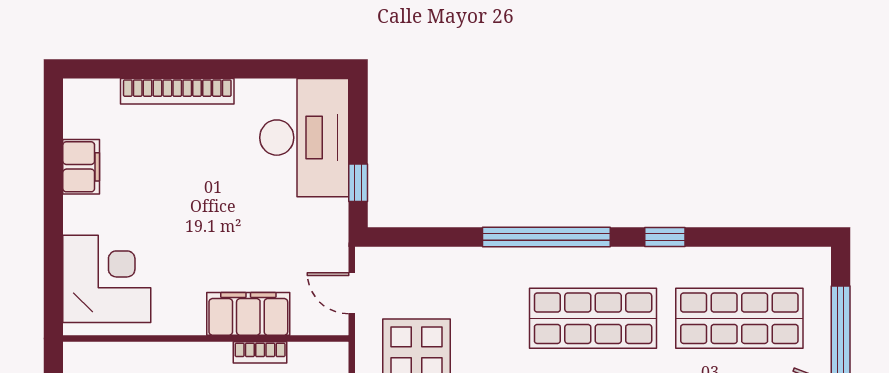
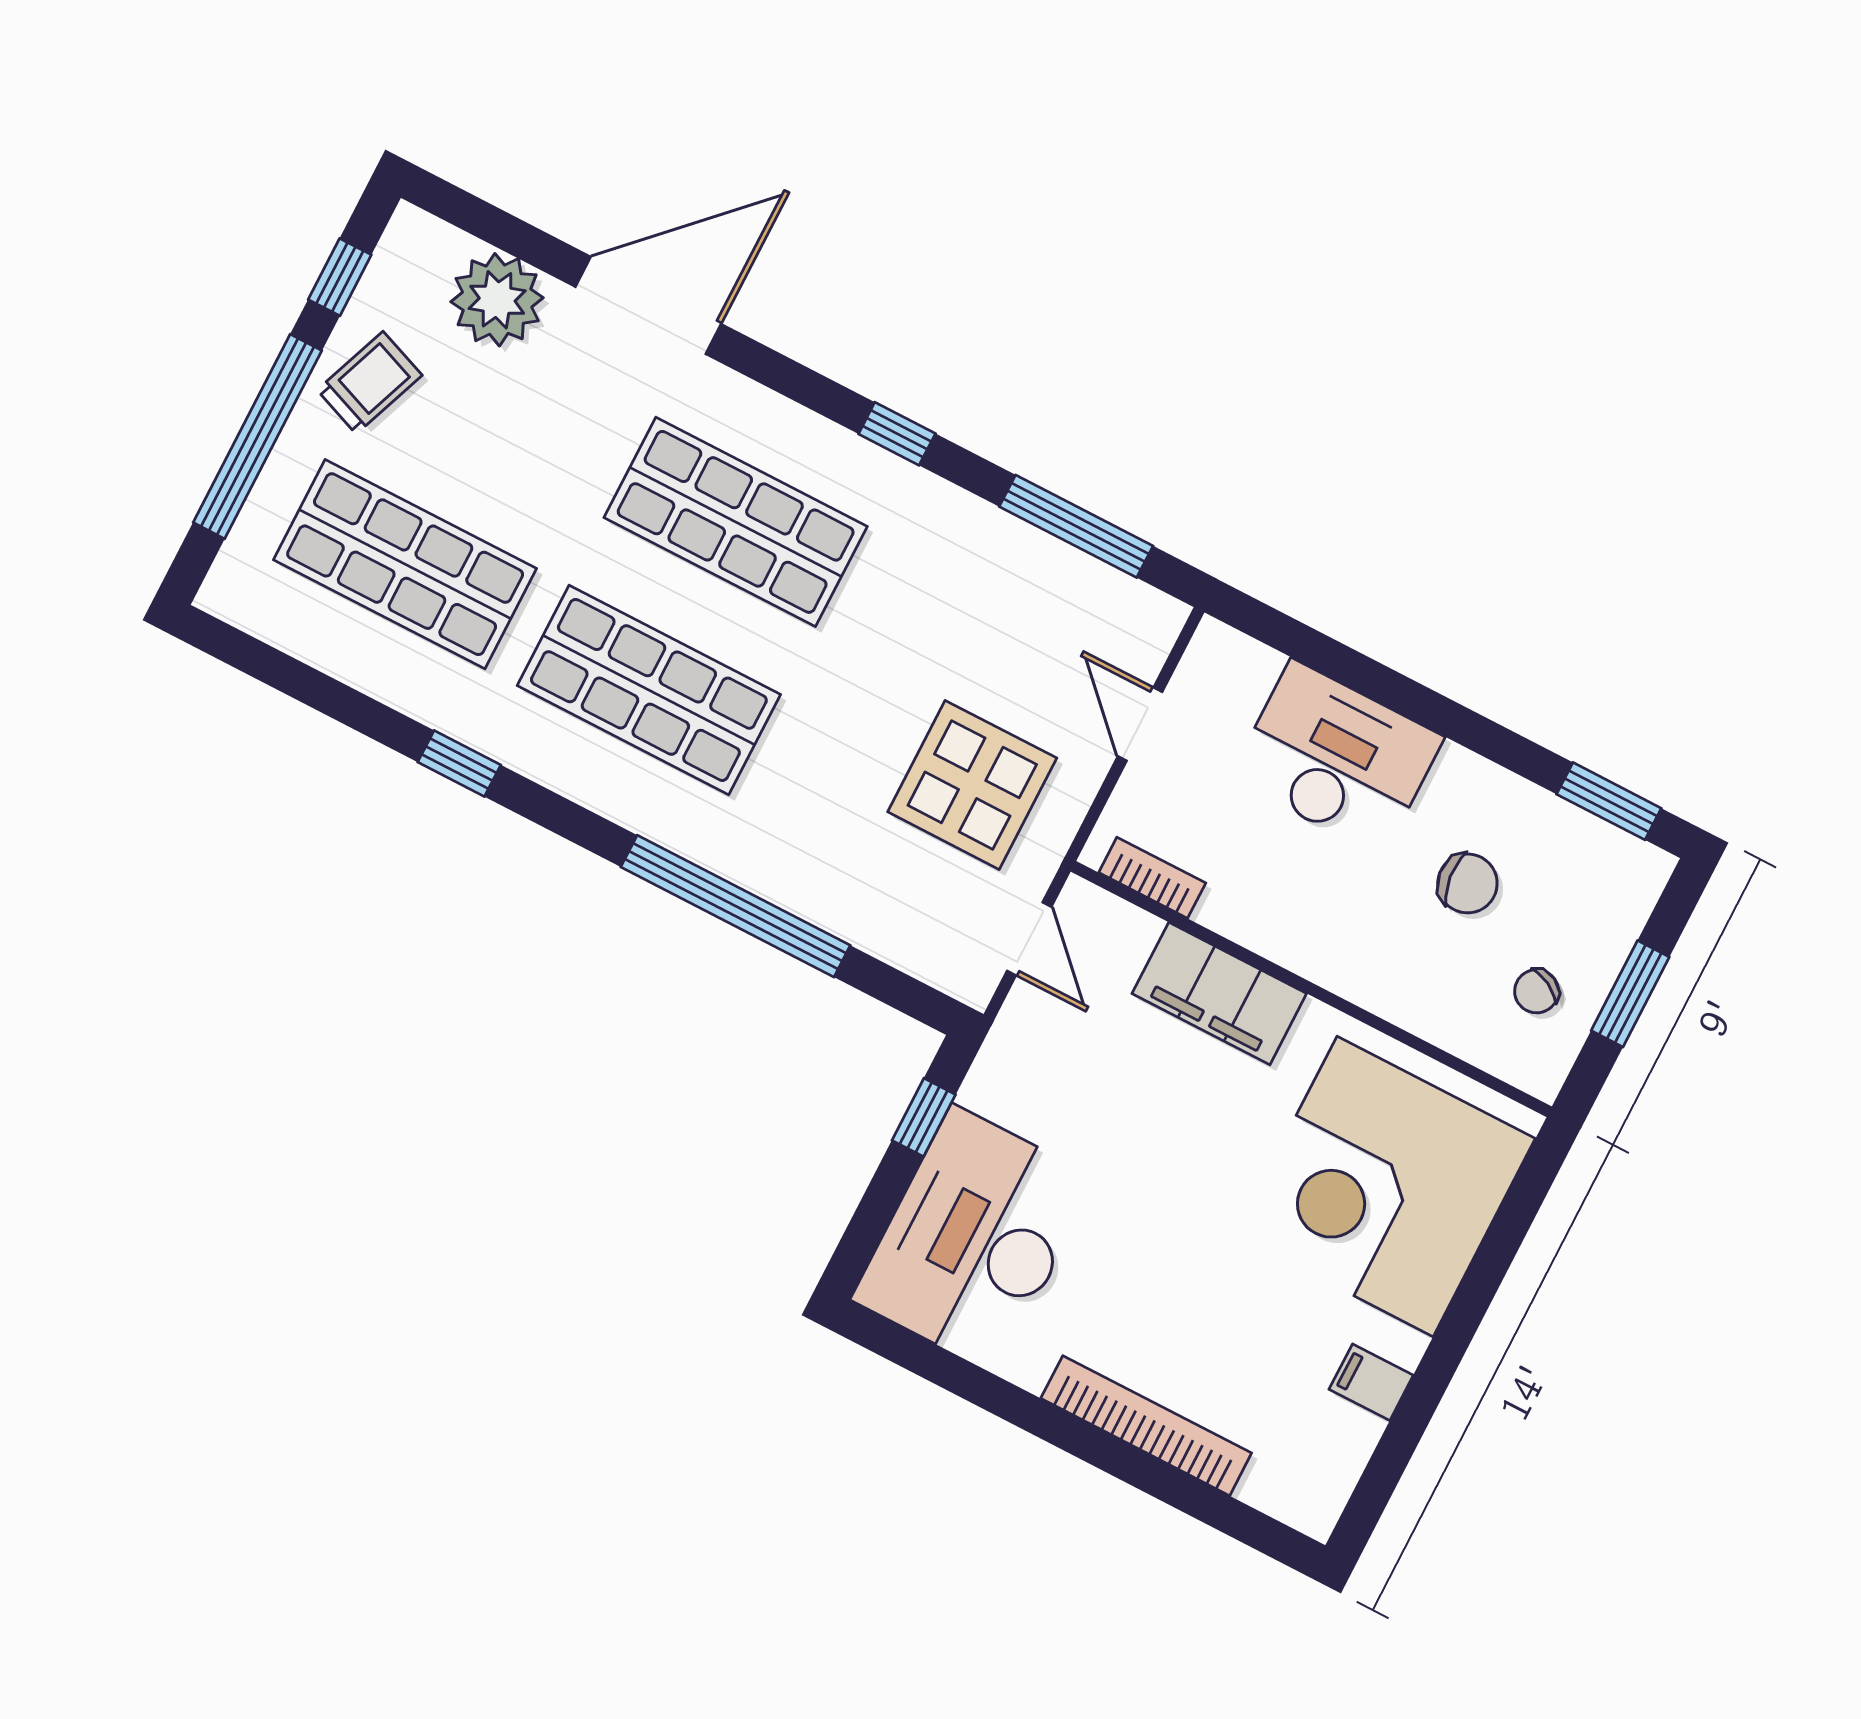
filing cabinet: (81, 167) -> (1371, 1382), width x0.50
window: (546, 237) -> (736, 906), moved
corner desk: (107, 279) -> (1385, 1186), width x1.36, depth x1.36
bookcase: (260, 352) -> (1152, 878), moved

